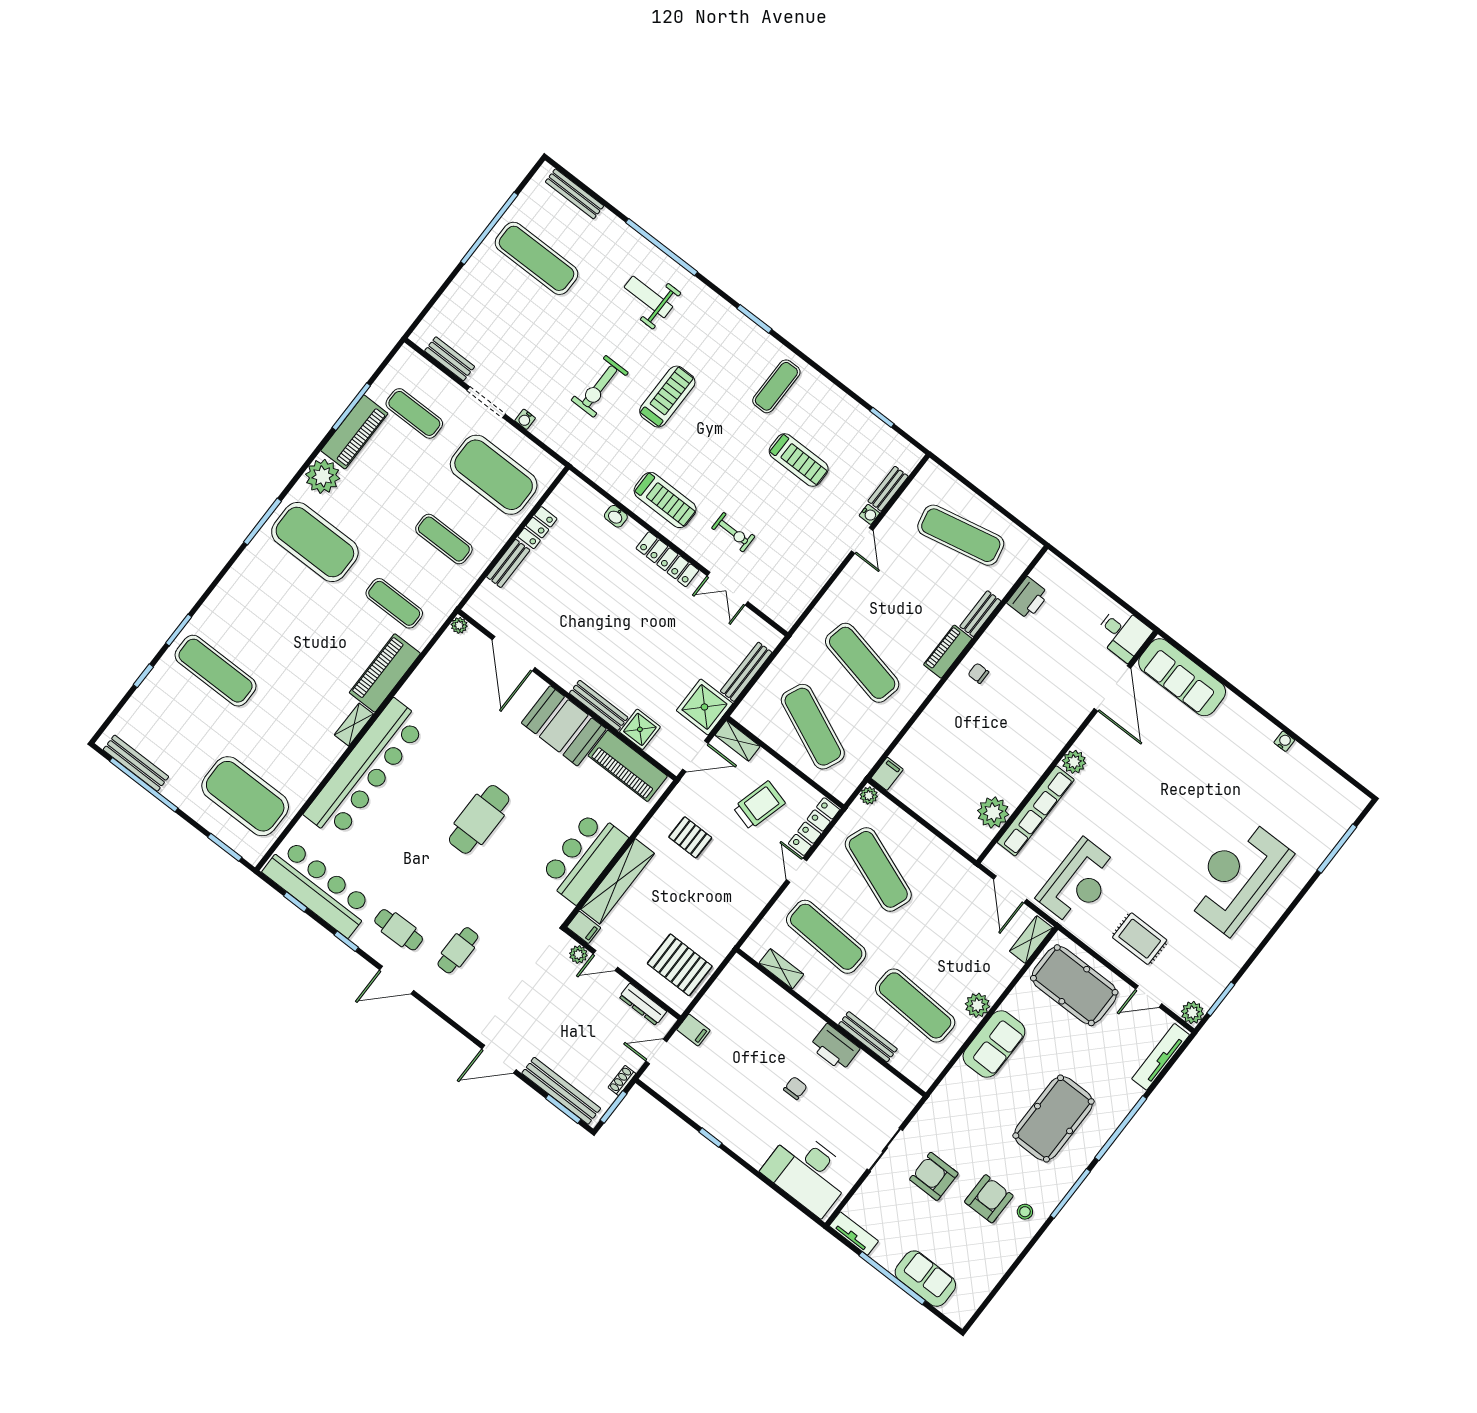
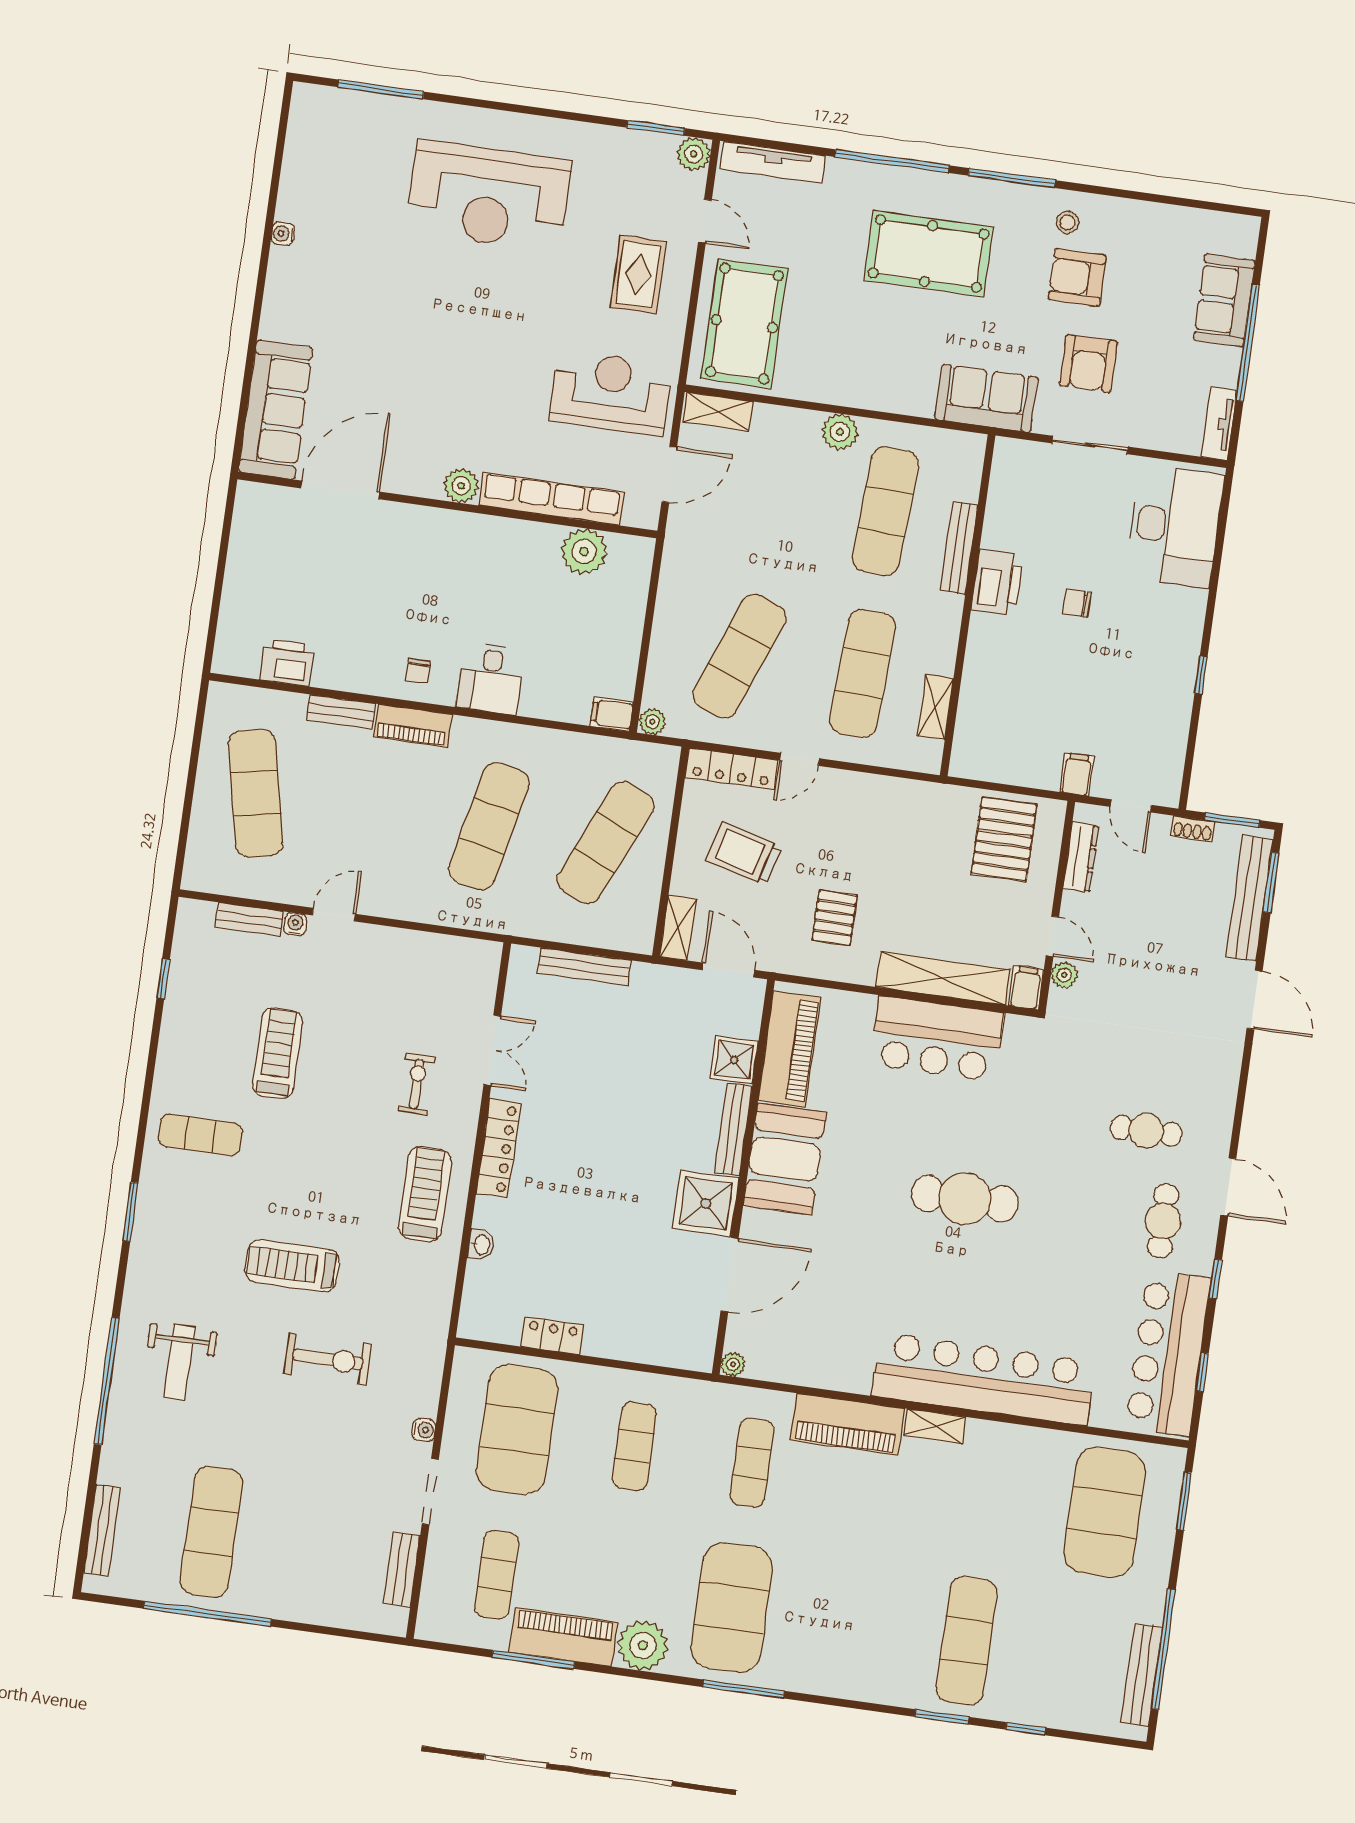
bench: (508, 563) -> (619, 1347), removed
desk: (1123, 634) -> (491, 678), moved, turned 180
shower: (704, 707) -> (706, 1203), moved
sofa: (994, 1044) -> (986, 398), moved

